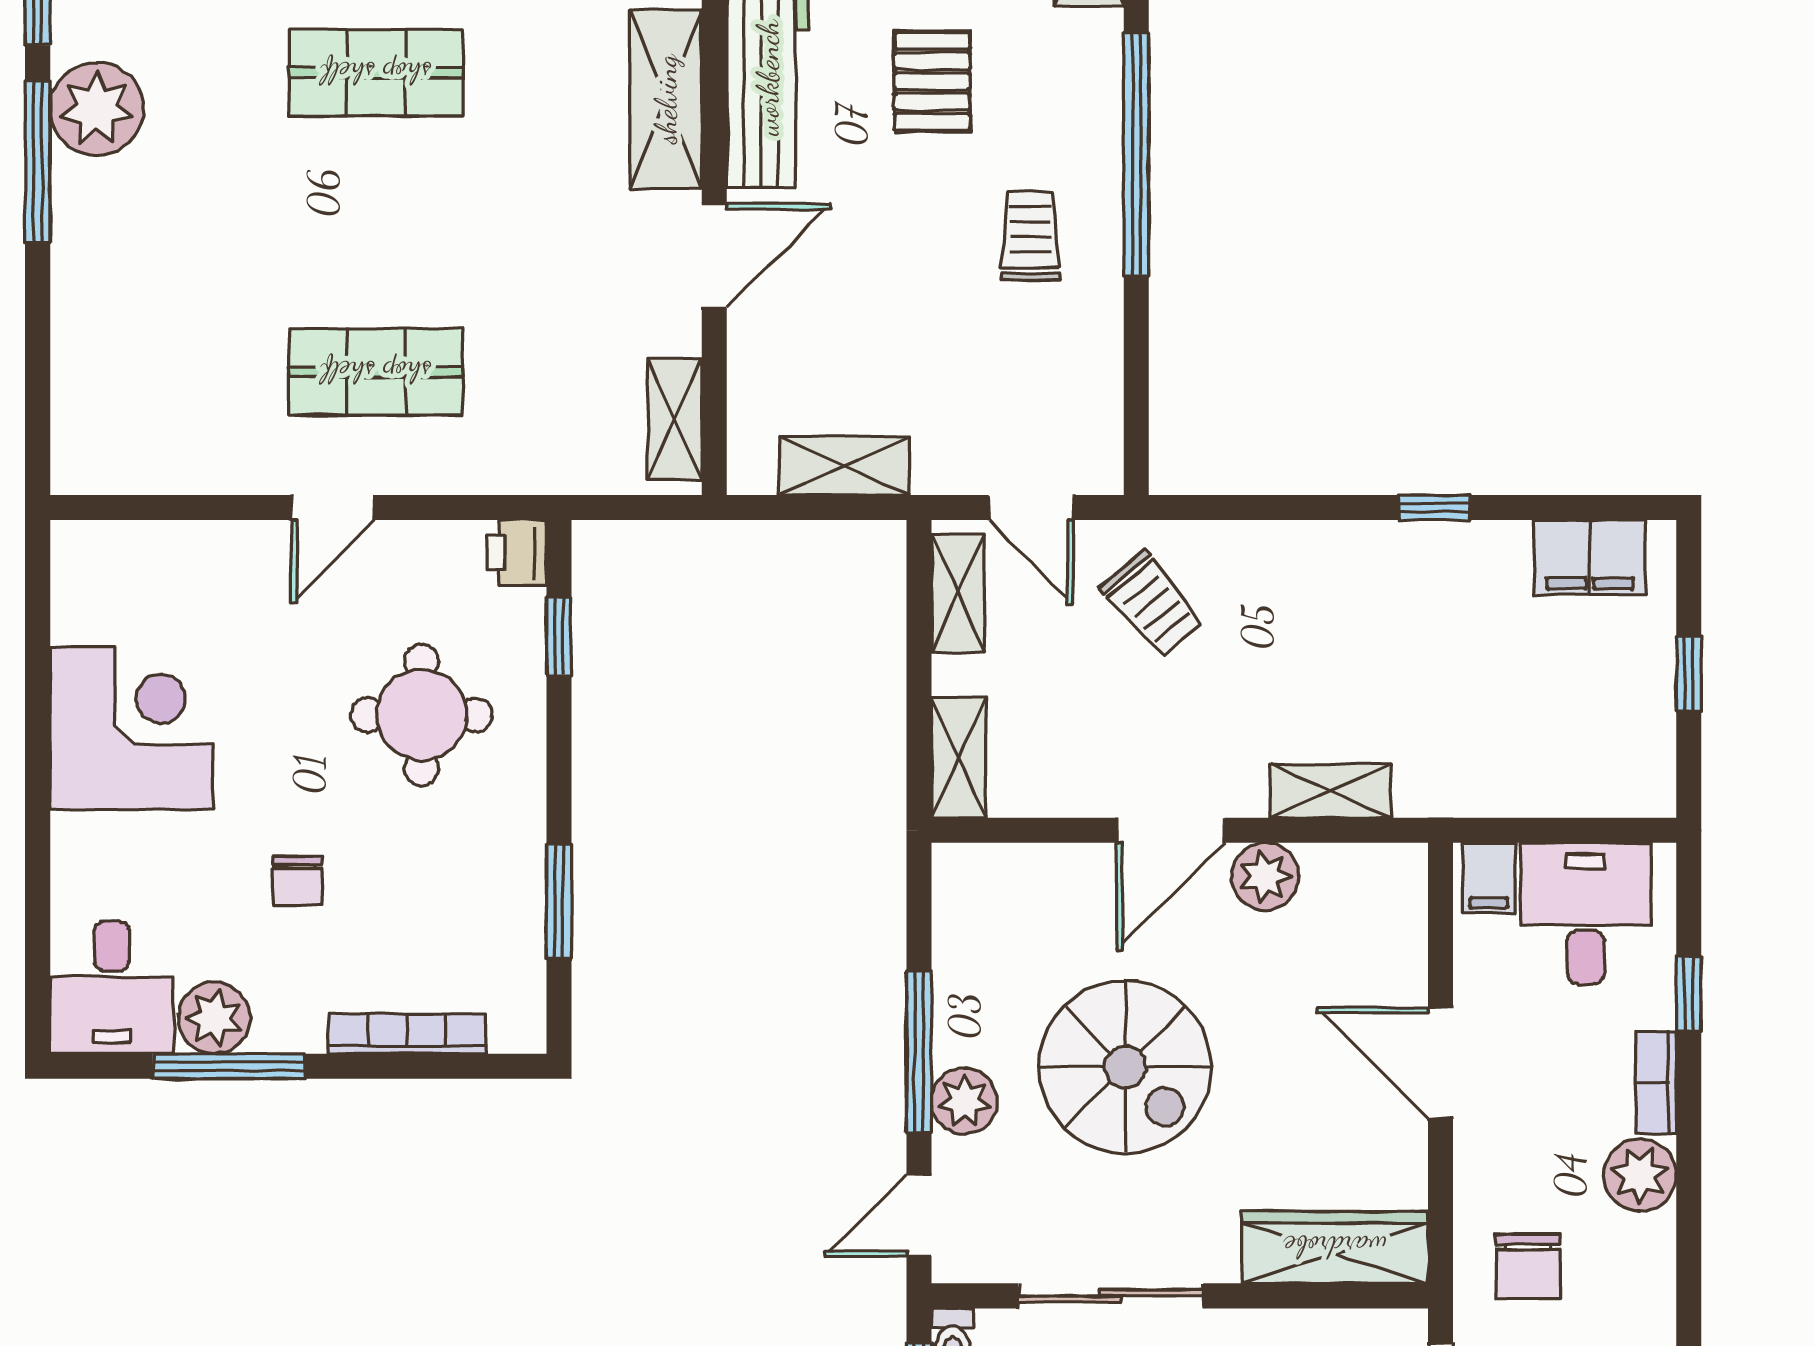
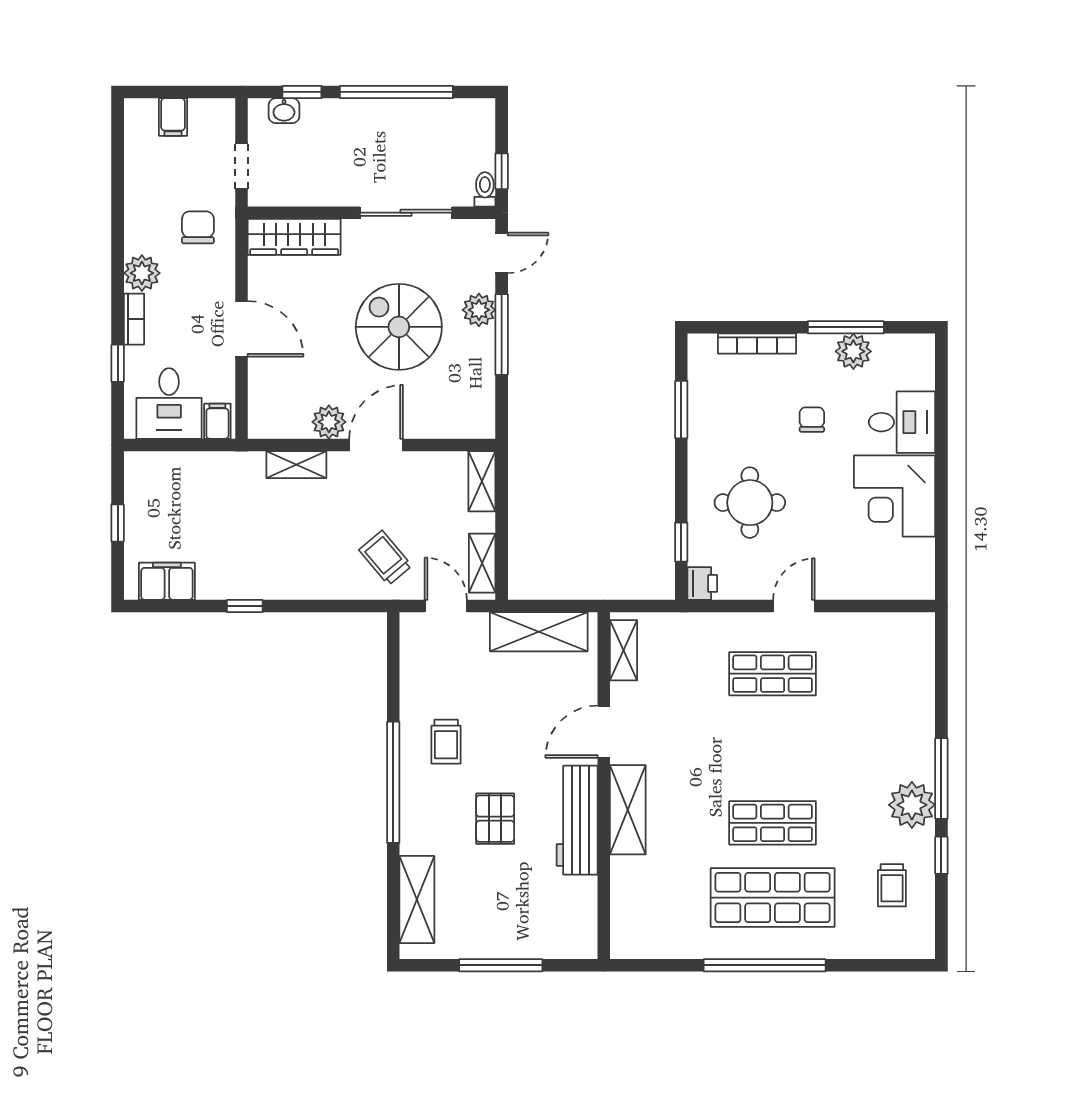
shelving: (845, 466) -> (539, 632), width x1.50, depth x1.33
desk: (112, 987) -> (902, 422), moved, turned 90

